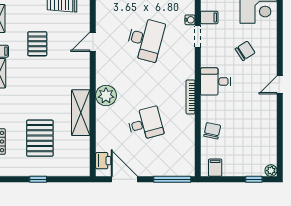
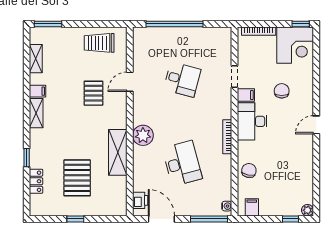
filing cabinet: (209, 17) -> (246, 95), moved
water cooler: (190, 20) -> (227, 206), moved
desk: (145, 39) -> (182, 79), width x0.73
pallet: (37, 44) -> (93, 93), moved
chair: (245, 51) -> (282, 91), turned -57
desk: (215, 81) -> (252, 121), width x1.37
desk: (145, 124) -> (182, 163), width x1.37

